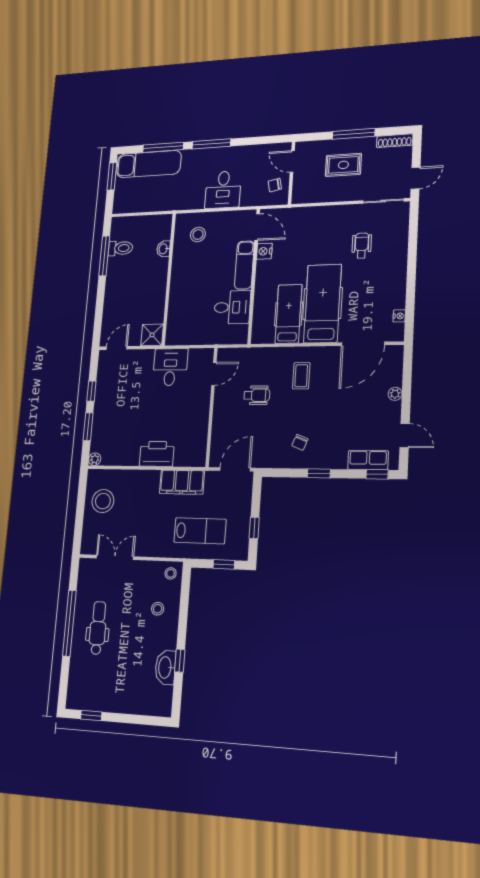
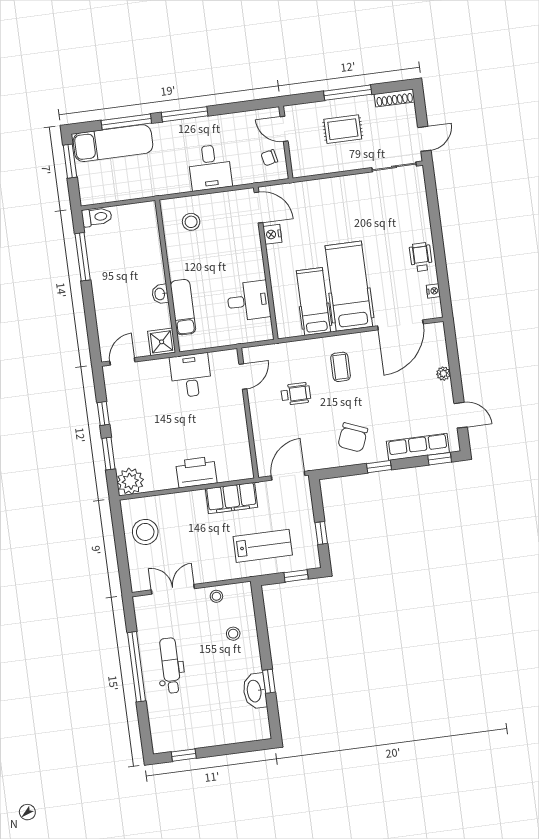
wheelchair: (362, 246) -> (421, 257), moved
toilet: (120, 248) -> (97, 217), moved
washbasin: (163, 249) -> (160, 294), moved
exam couch: (244, 265) -> (183, 307), moved, turned 180
chair: (300, 442) -> (353, 437), width x1.87, depth x1.87
plant: (95, 459) -> (130, 481), width x1.87, depth x1.87
row of seats: (368, 460) -> (418, 447), width x1.48
stool: (171, 573) -> (216, 596), moved

